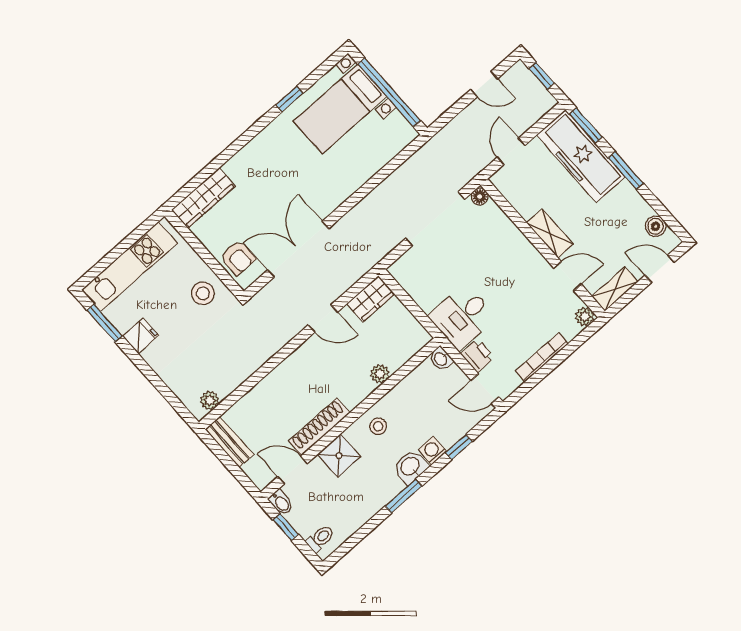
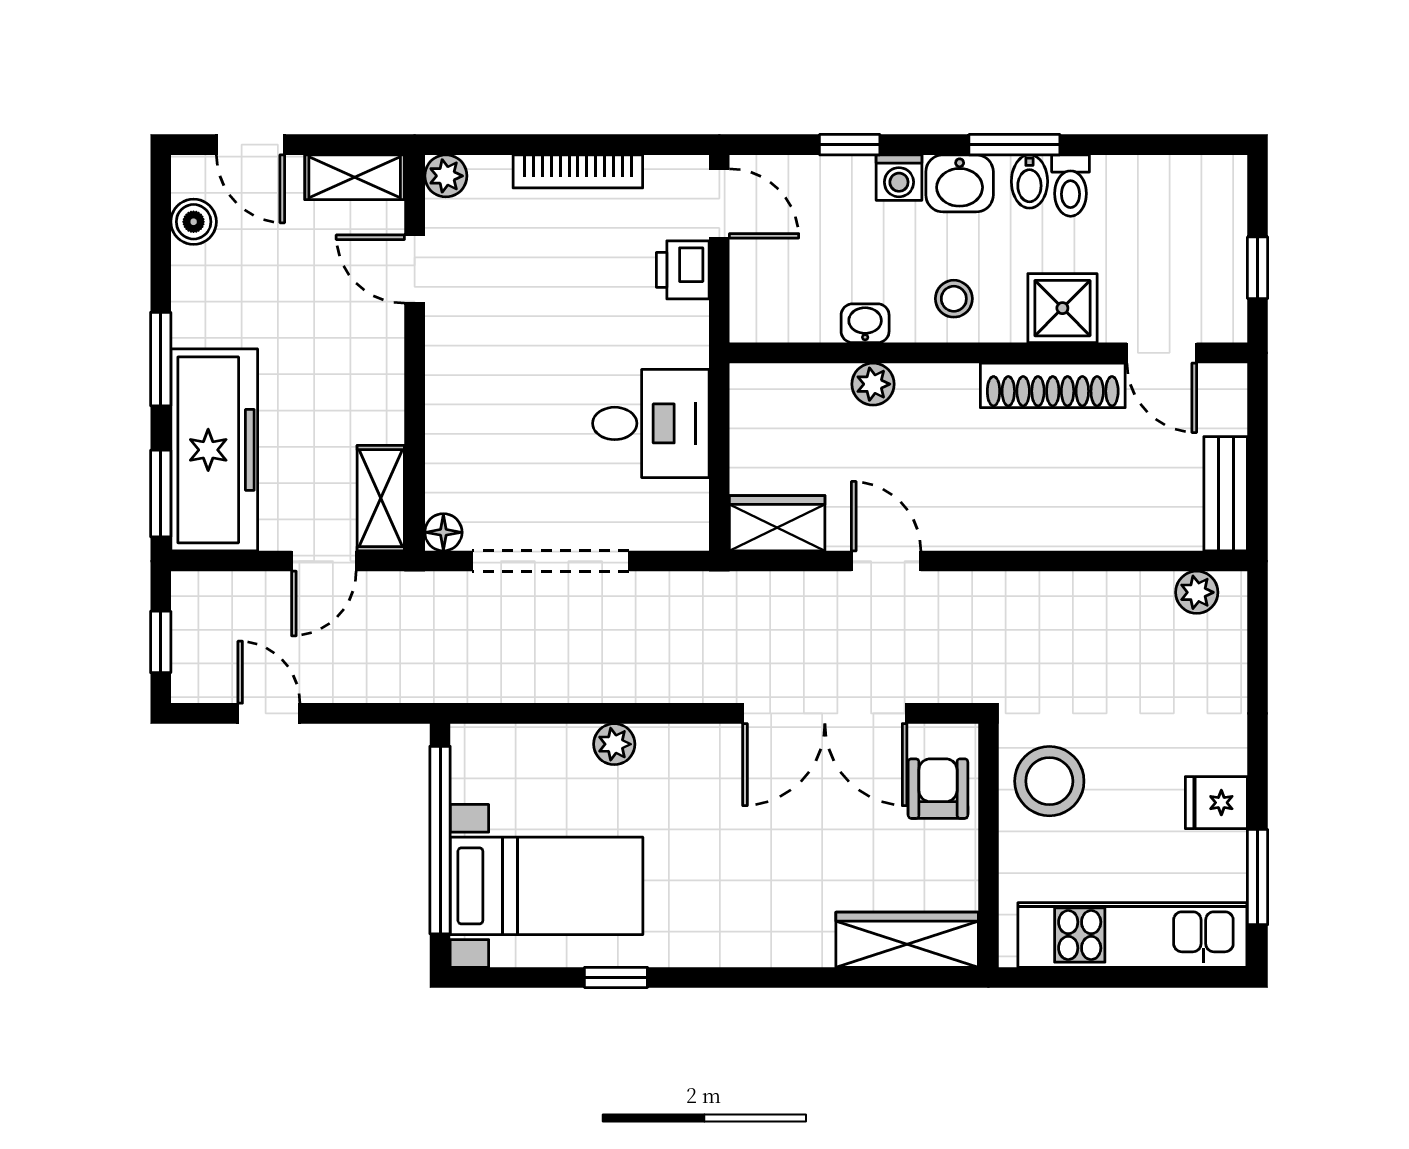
plant: (359, 176) -> (614, 744), added
shelving: (550, 234) -> (381, 498), moved
stool: (203, 293) -> (1049, 781), width x1.38, depth x1.38
desk: (462, 317) -> (651, 423), moved
washbasin: (441, 359) -> (865, 323), moved, turned -90
bidet: (281, 502) -> (1029, 181), moved, turned 180
toilet: (320, 538) -> (1071, 186), moved, turned -90

